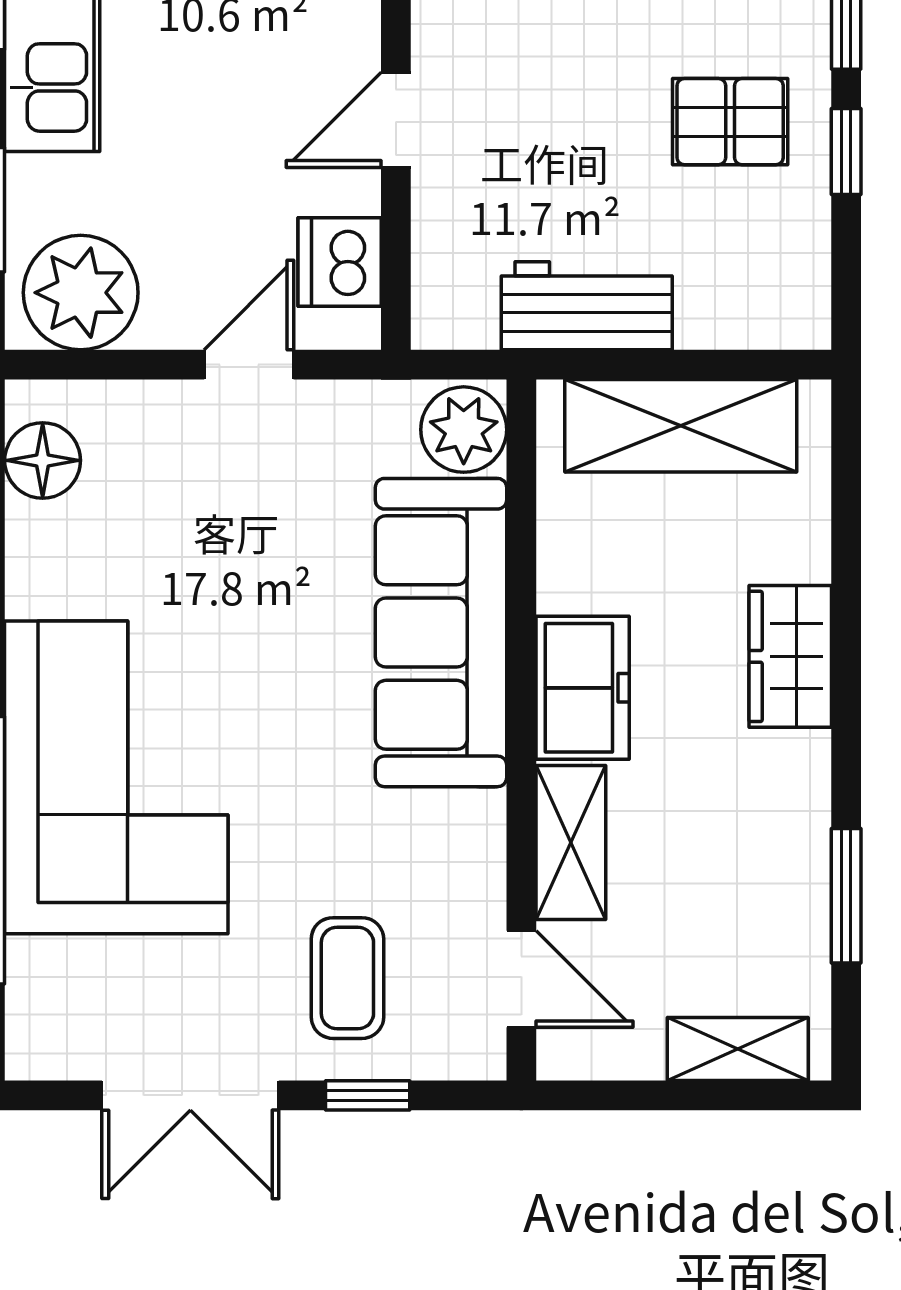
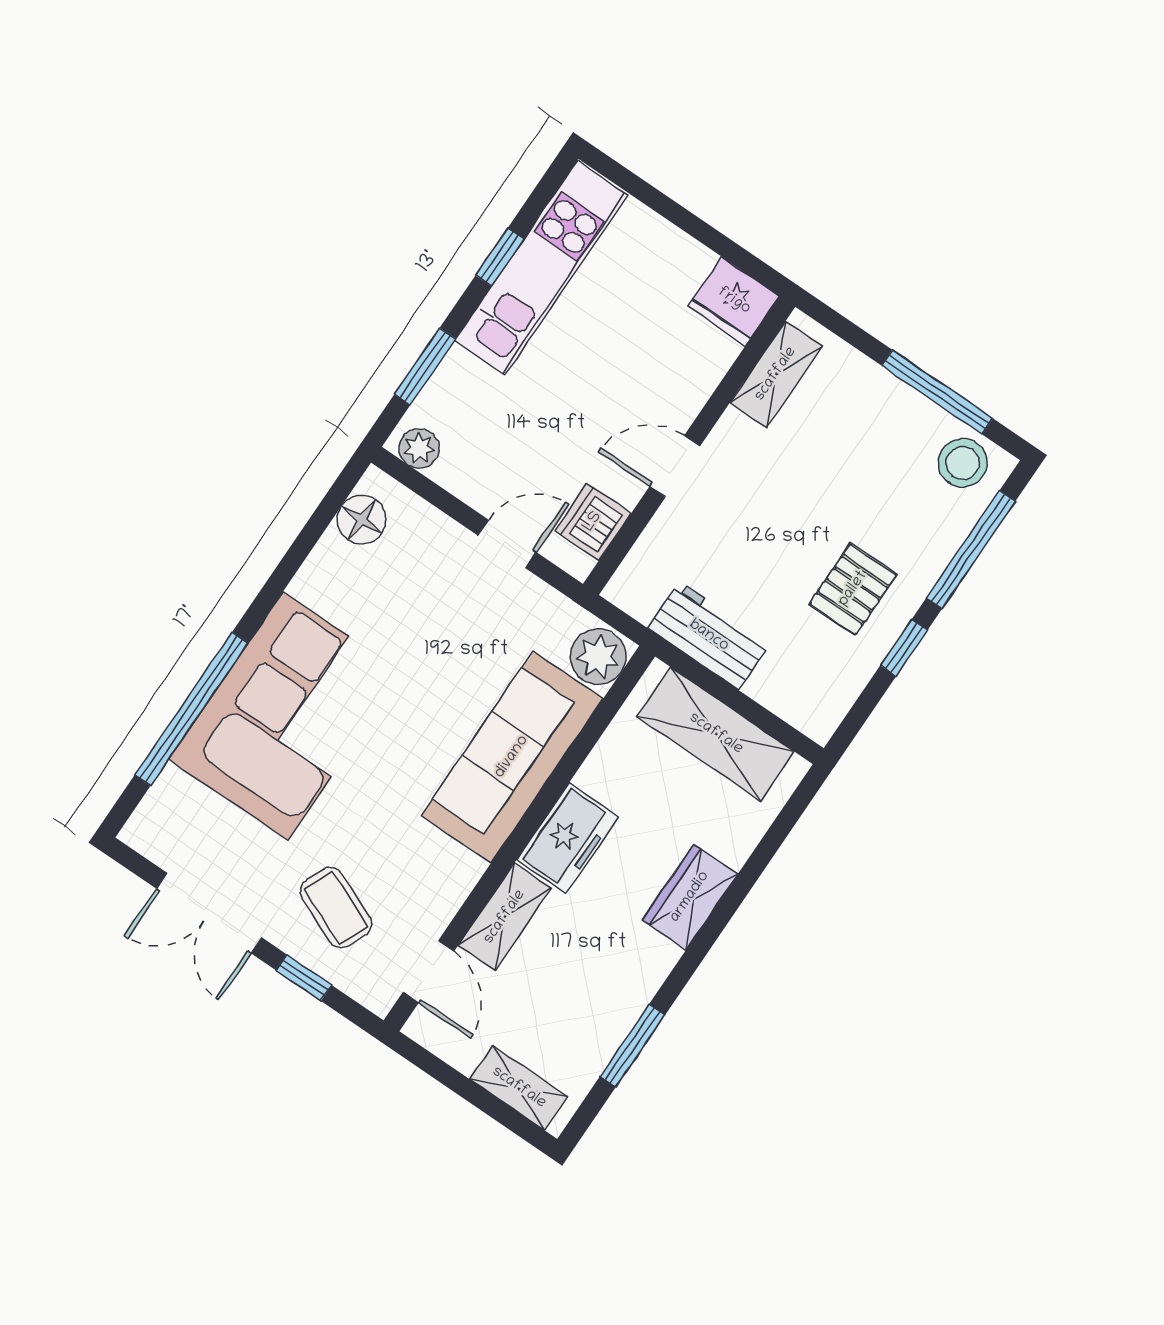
pallet: (730, 122) -> (853, 589), turned 90
plant: (81, 293) -> (419, 448), width x0.53, depth x0.53
coffee table: (347, 978) -> (336, 908), turned -67

